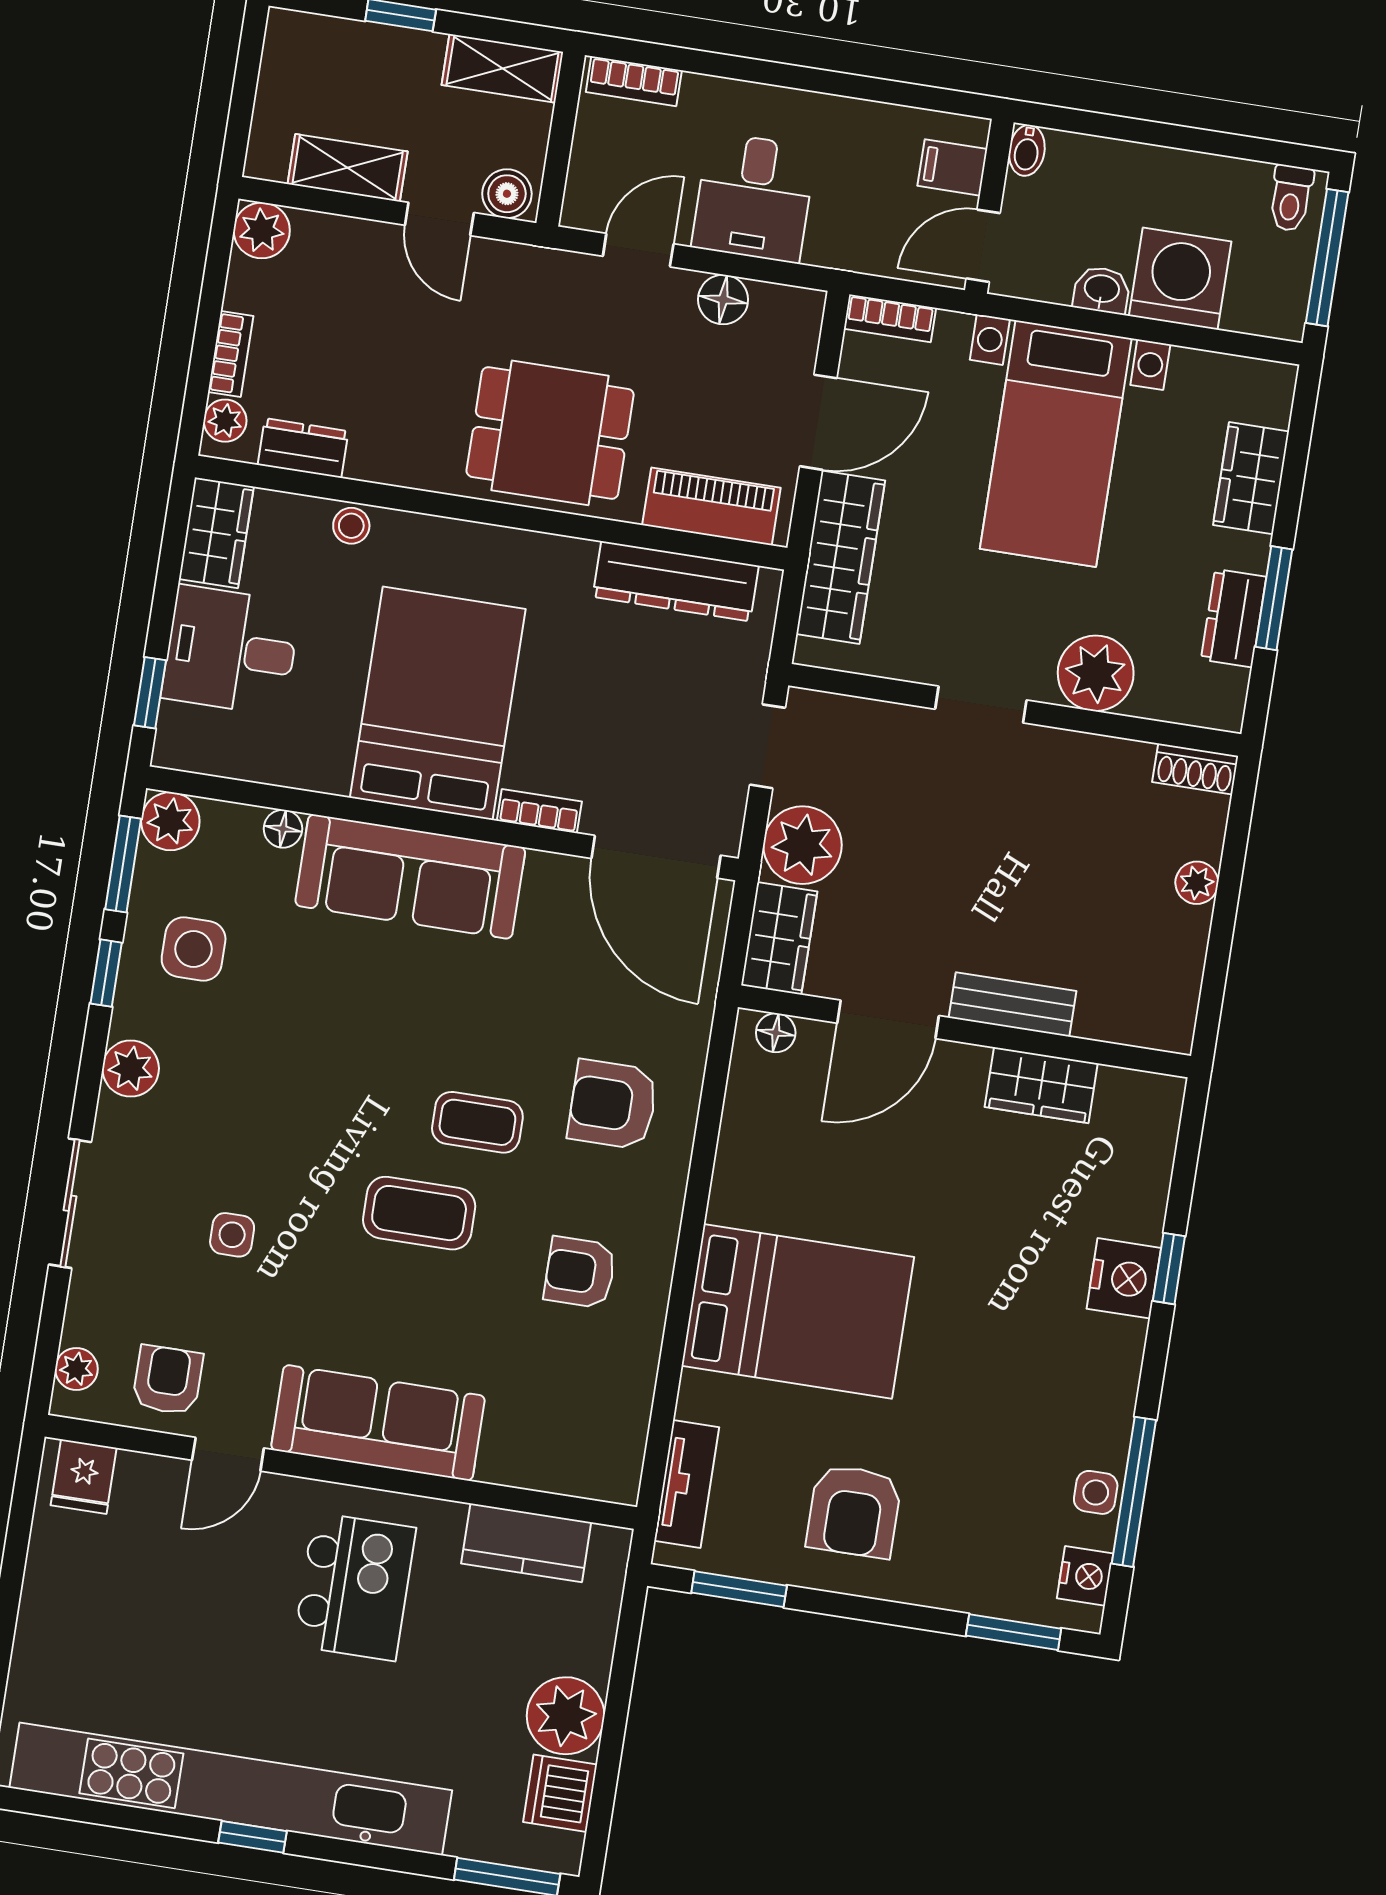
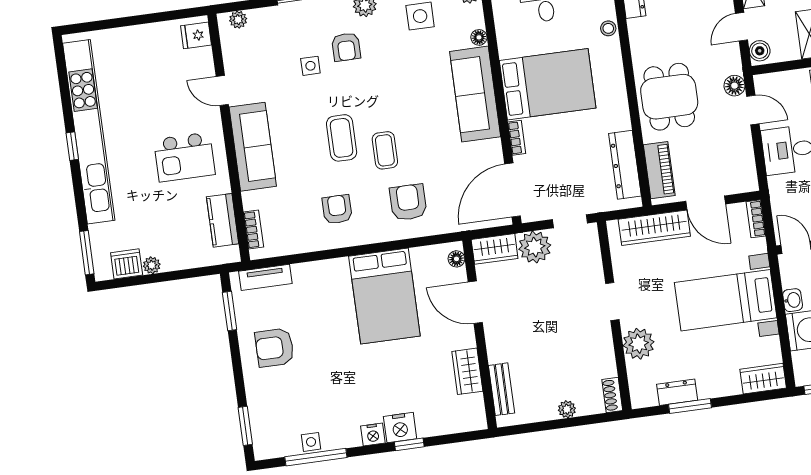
floor lamp: (723, 300) -> (734, 86), moved
wardrobe: (1251, 478) -> (763, 379), moved
bench: (1013, 1004) -> (502, 389), moved
bed: (798, 1311) -> (384, 296), moved
armchair: (168, 1380) -> (346, 47), moved, turned 90
bookcase: (568, 1478) -> (253, 229), added
nightstand: (1085, 1576) -> (373, 435), moved
plant: (566, 1716) -> (152, 265), width x0.53, depth x0.53

